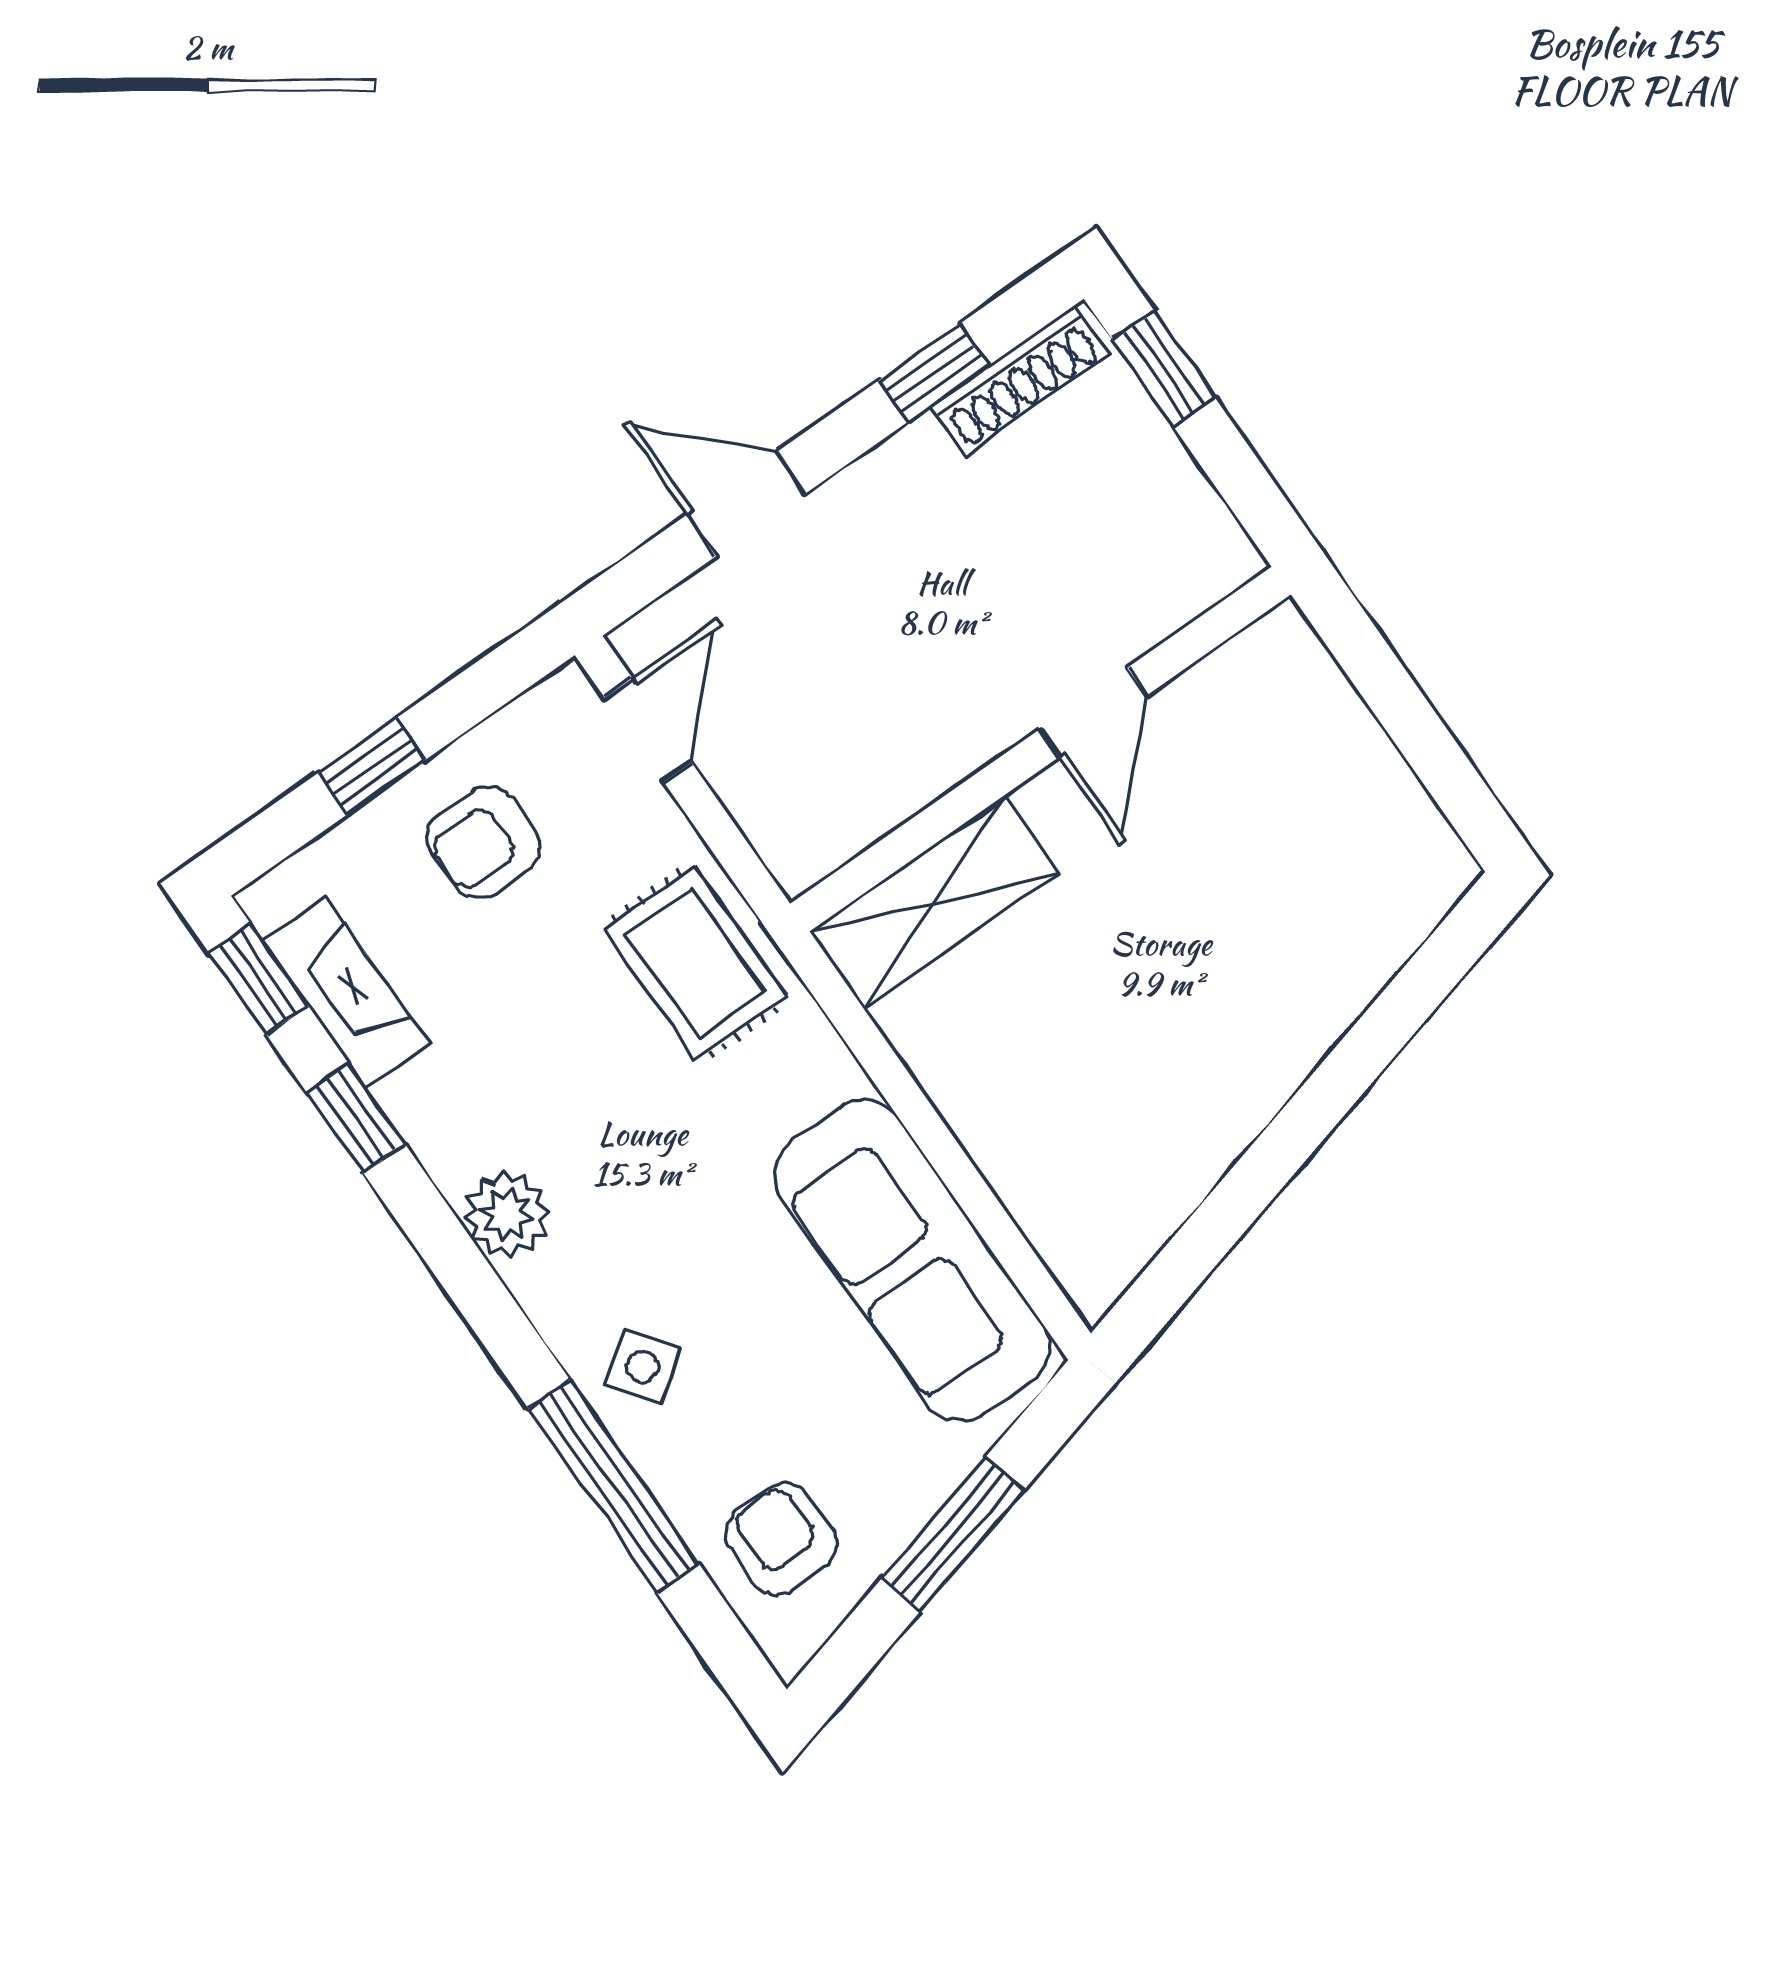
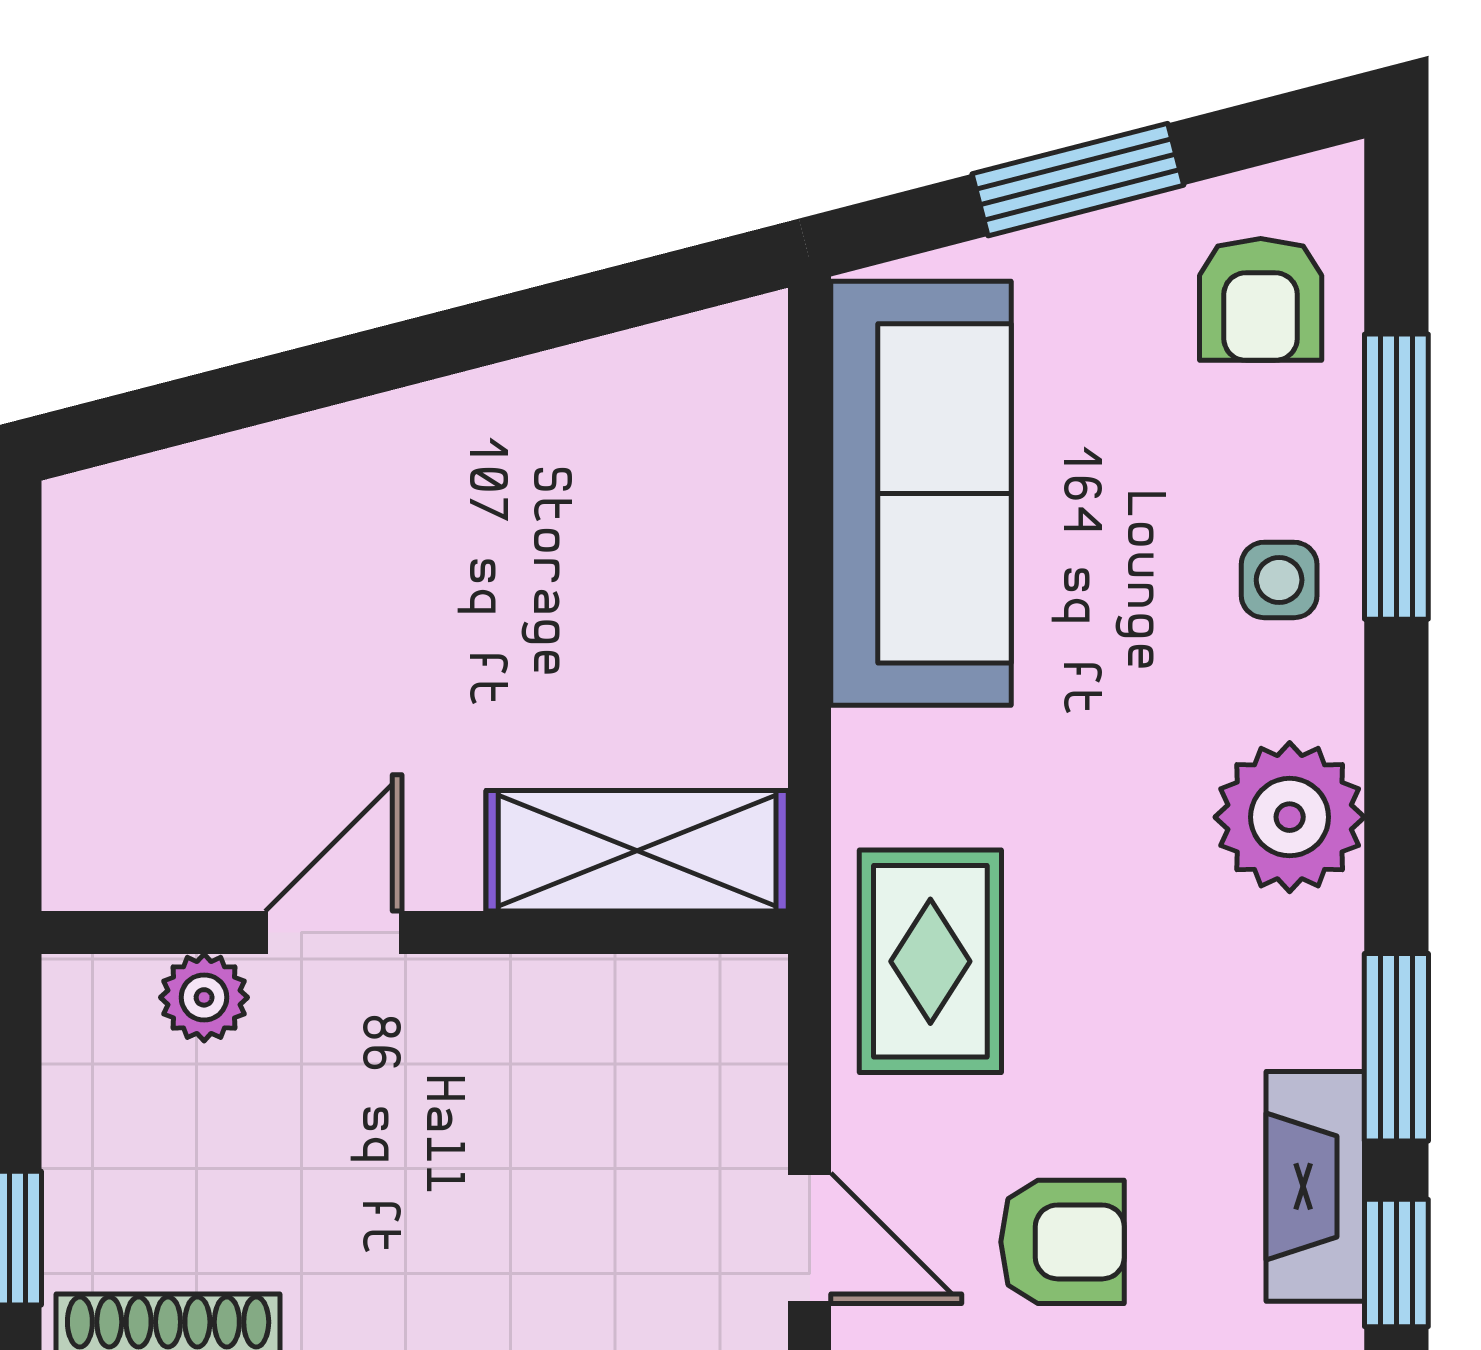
plant: (1147, 612) -> (204, 997), added
door: (648, 730) -> (810, 1238), swing flipped
window: (356, 1118) -> (1396, 1047), width x1.50
plant: (507, 1215) -> (1290, 817), width x1.36, depth x1.36
side table: (642, 1367) -> (1279, 580), turned 36

